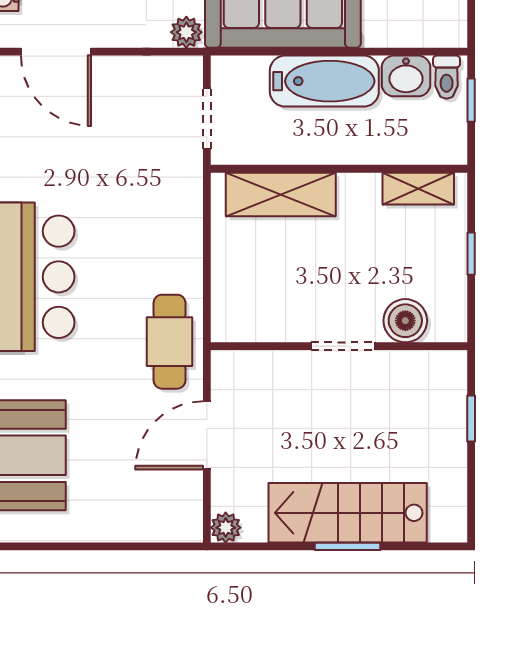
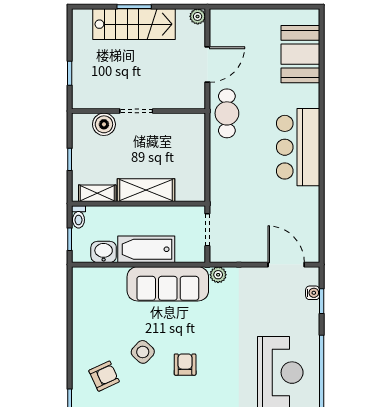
toilet: (447, 77) -> (78, 217), moved, turned 180
shelving: (281, 194) -> (146, 190), moved

